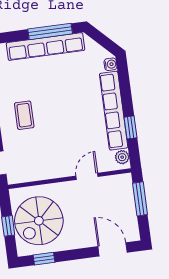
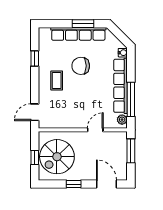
window: (50, 31) -> (83, 24), width x0.69
chair: (55, 90) -> (81, 66), added
window: (130, 127) -> (131, 99), width x2.17
window: (44, 259) -> (74, 184), moved

